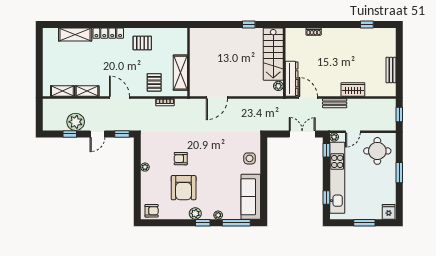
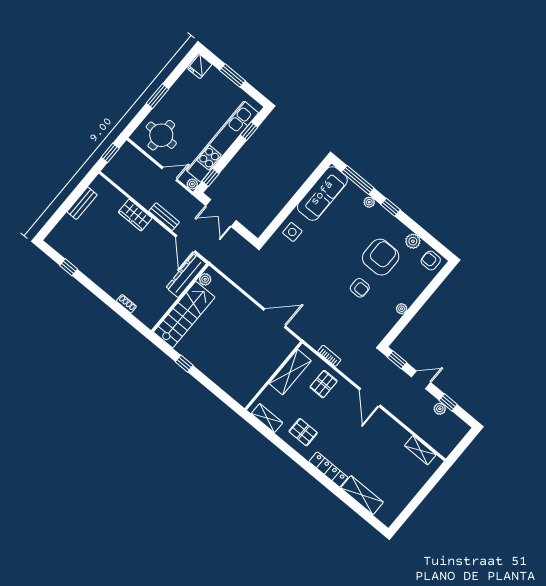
shelving: (87, 91) -> (267, 418), moved
plant: (76, 122) -> (440, 409), width x0.53, depth x0.53
plant: (195, 213) -> (413, 241), moved

